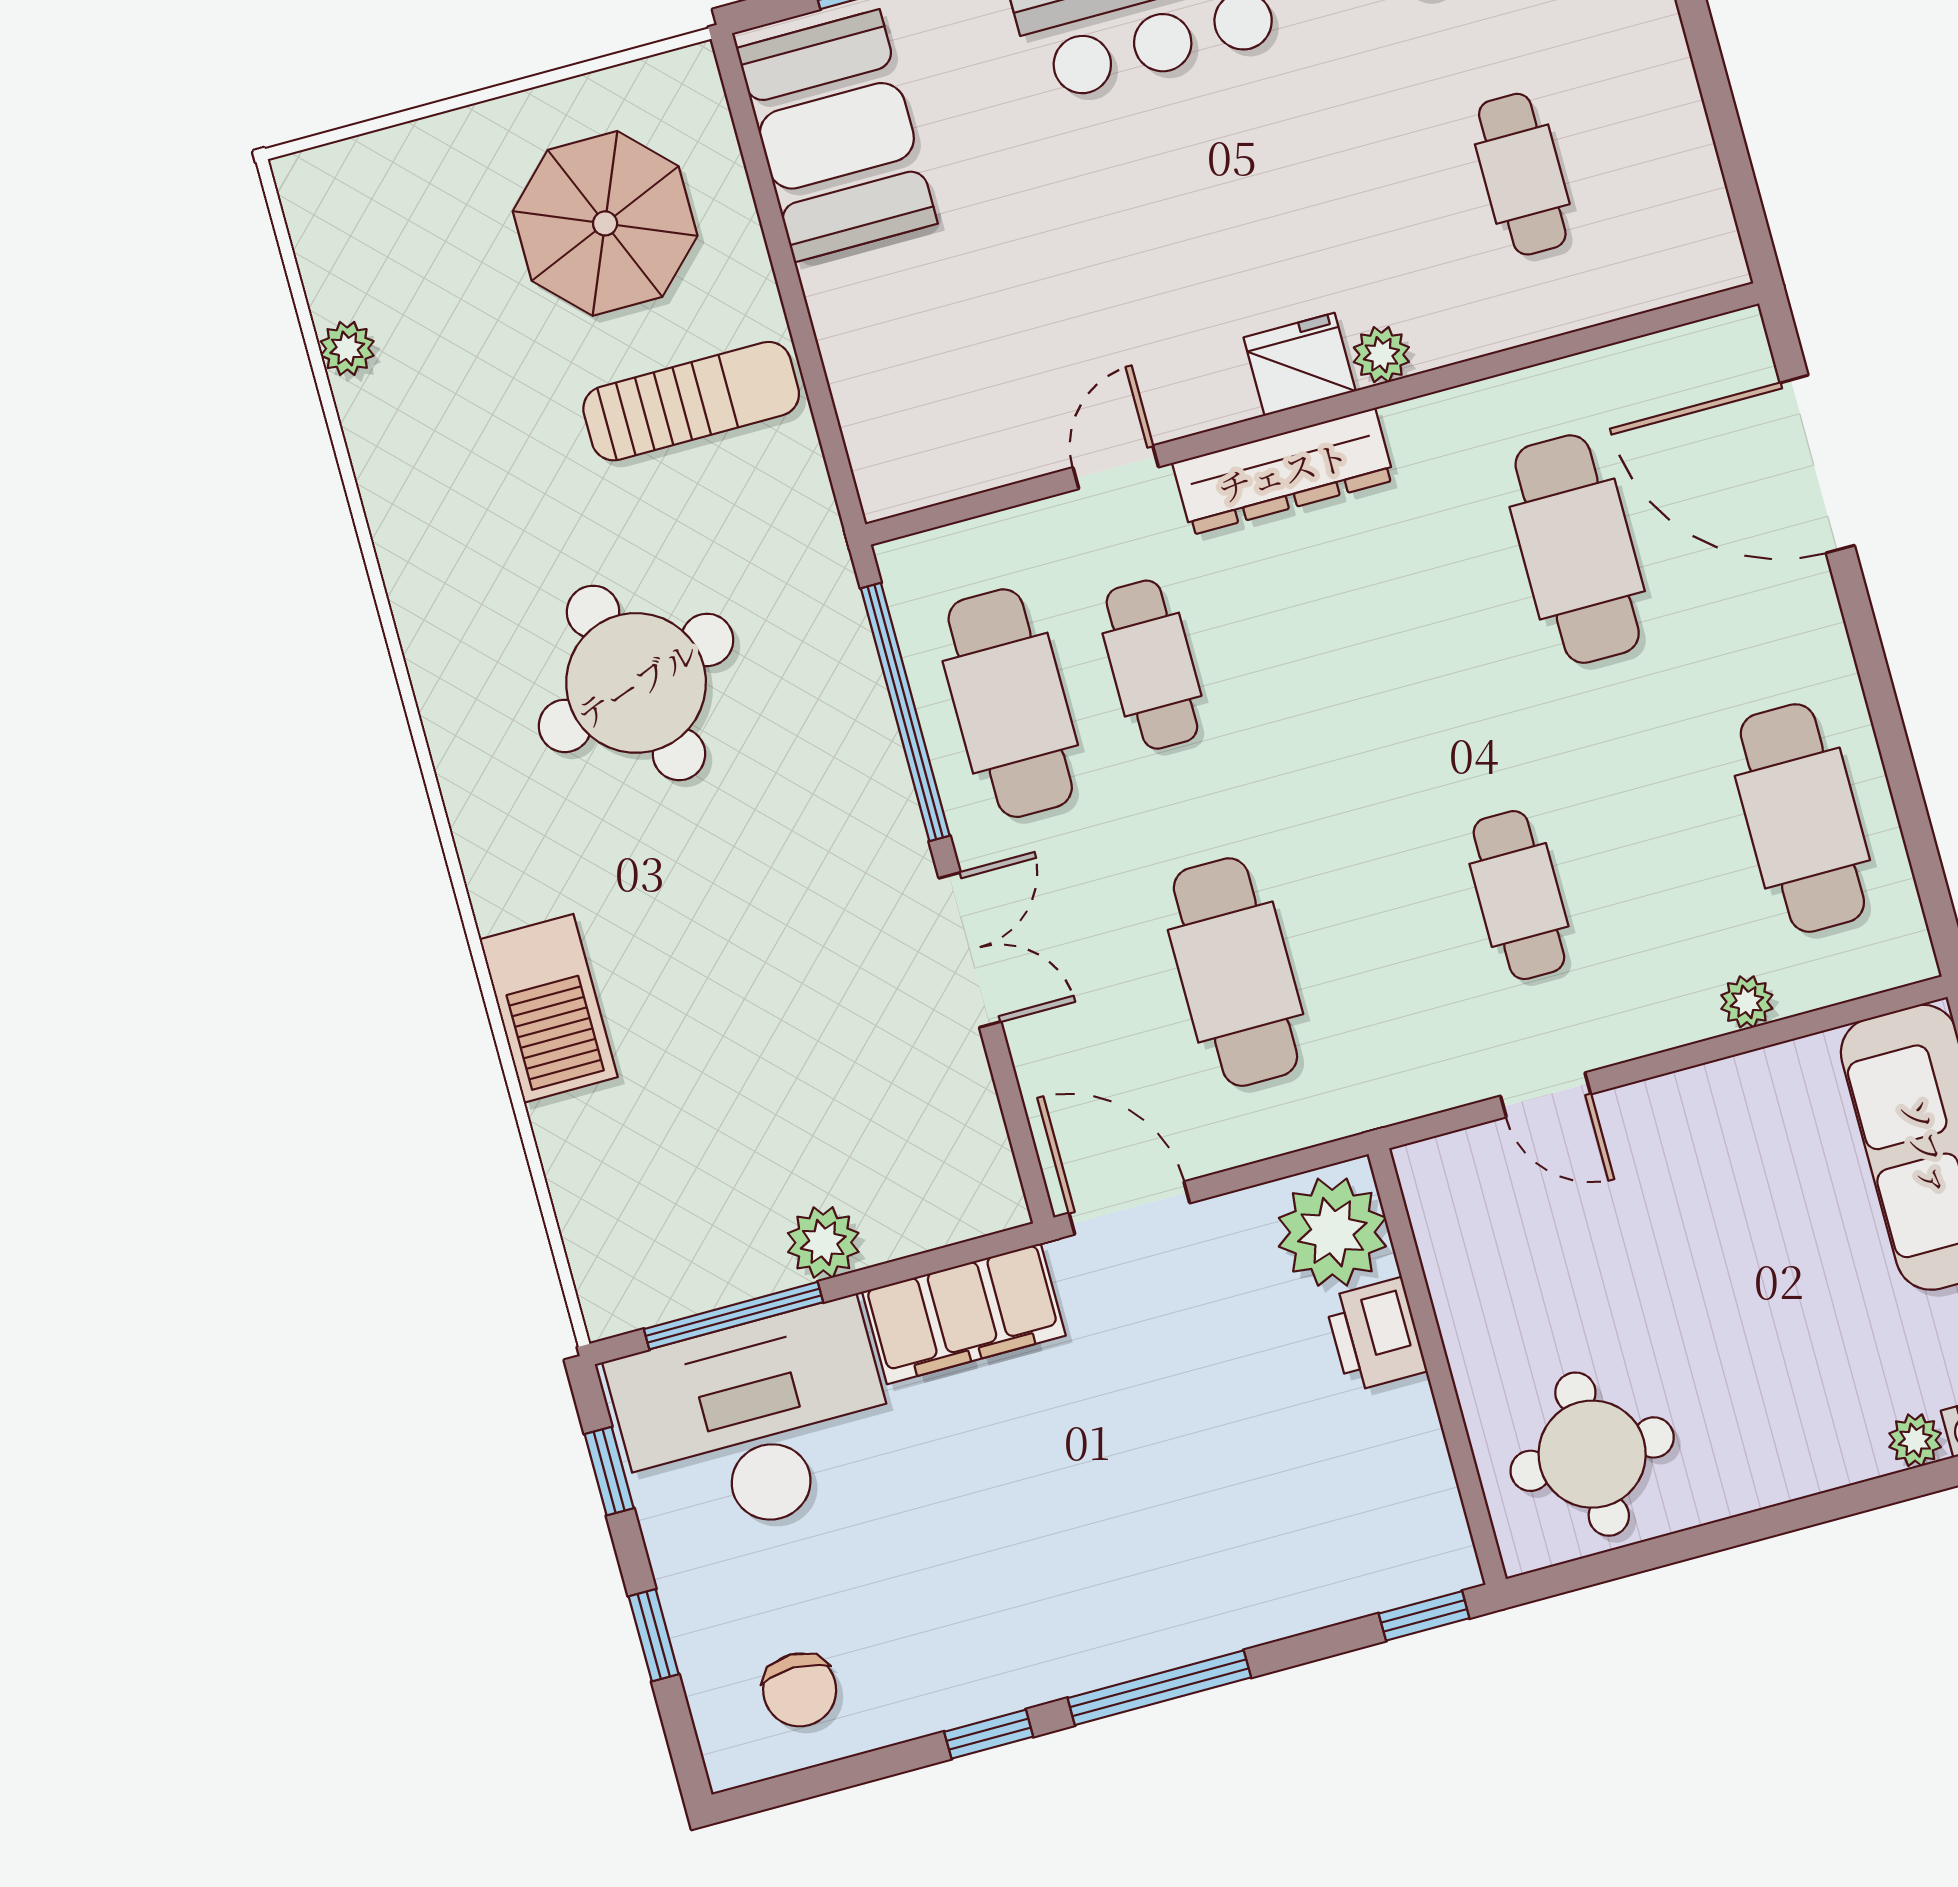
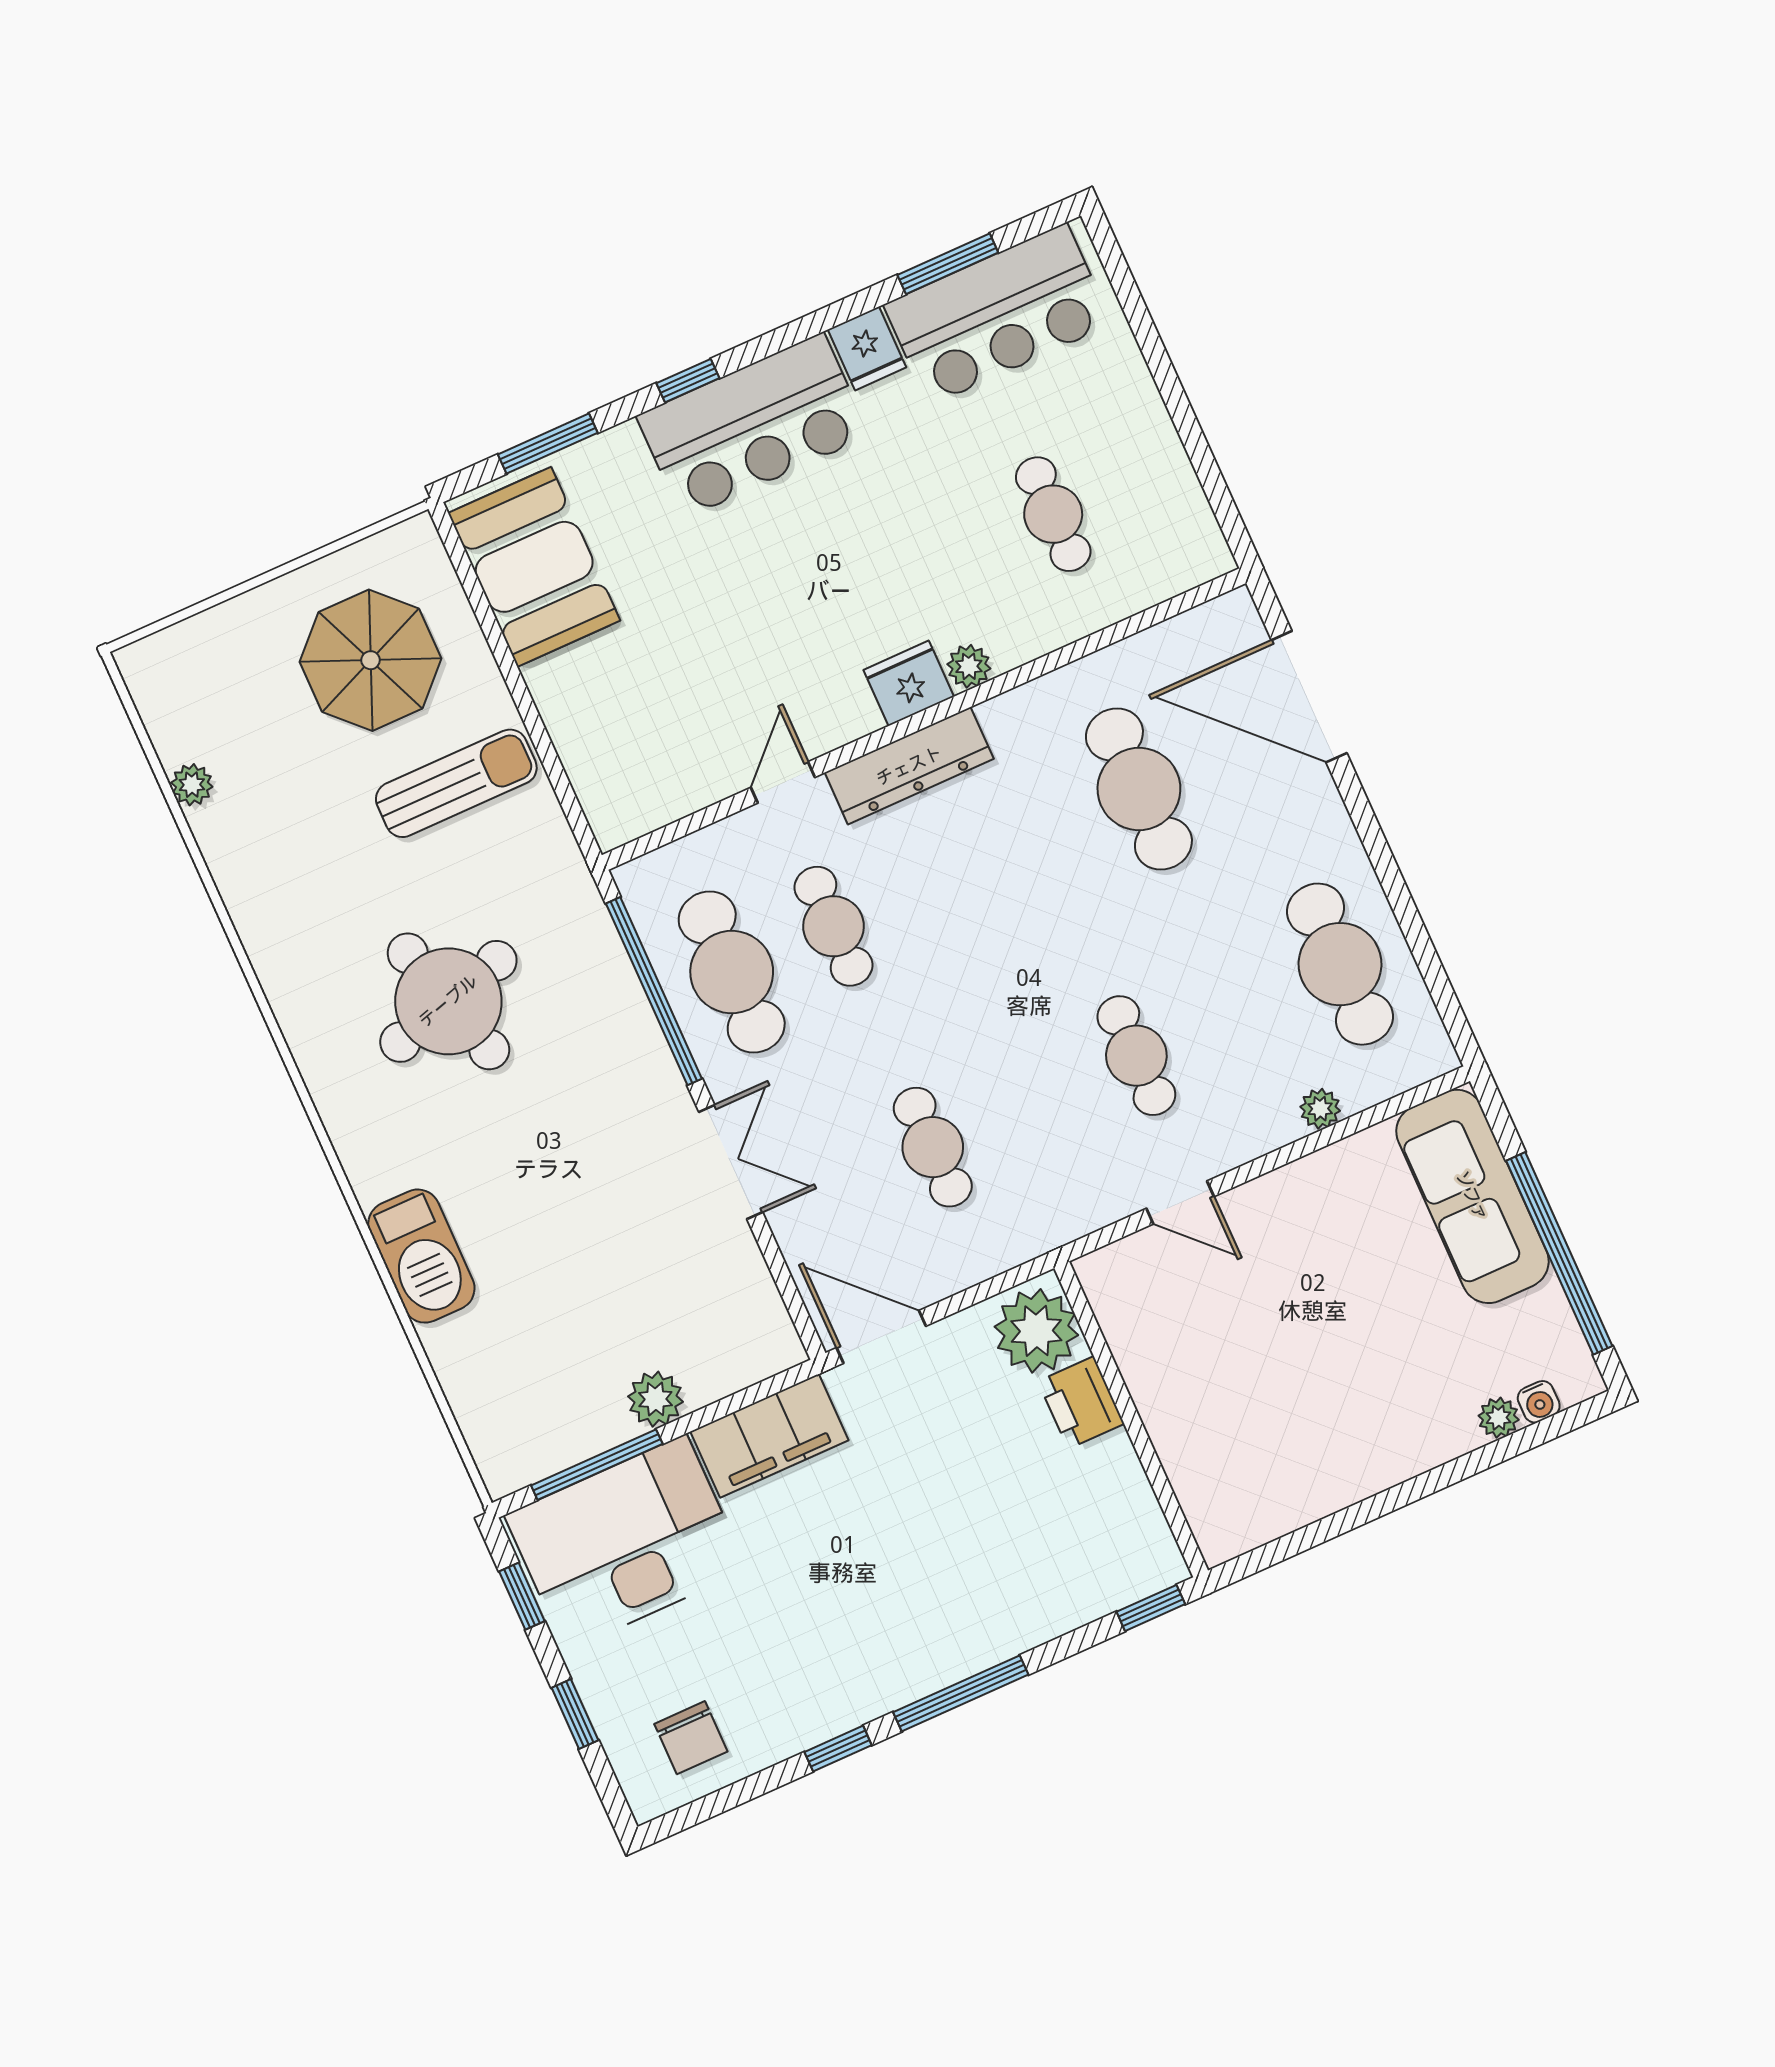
cafe table: (1235, 972) -> (933, 1147), width x0.73, depth x0.74
round table: (1592, 1454) -> (1258, 1467), removed

